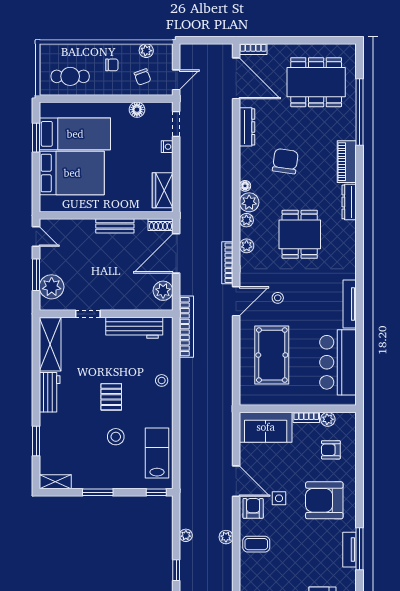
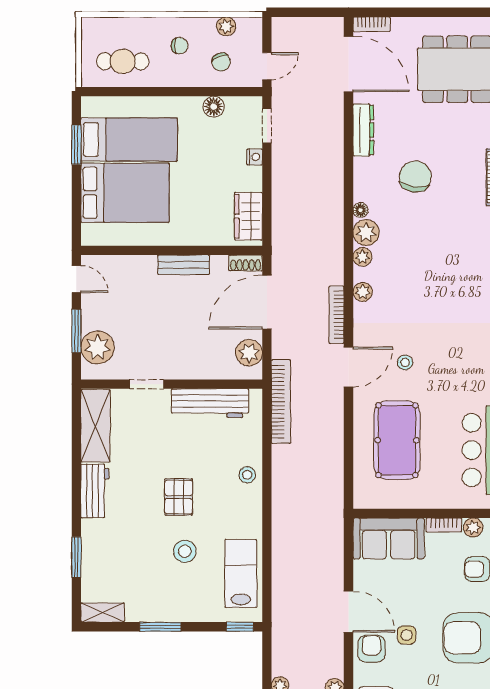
dining table: (300, 234) -> (435, 276), removed

